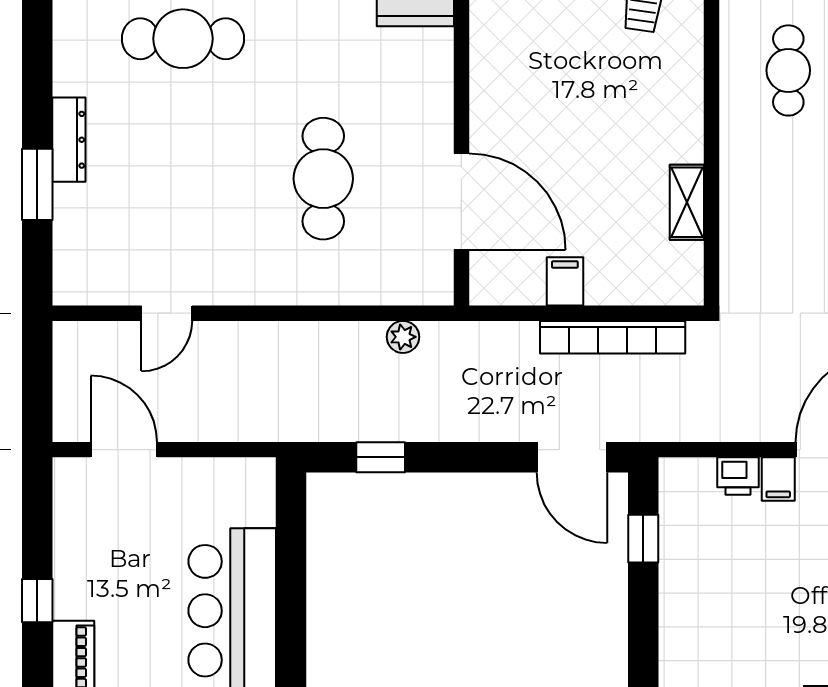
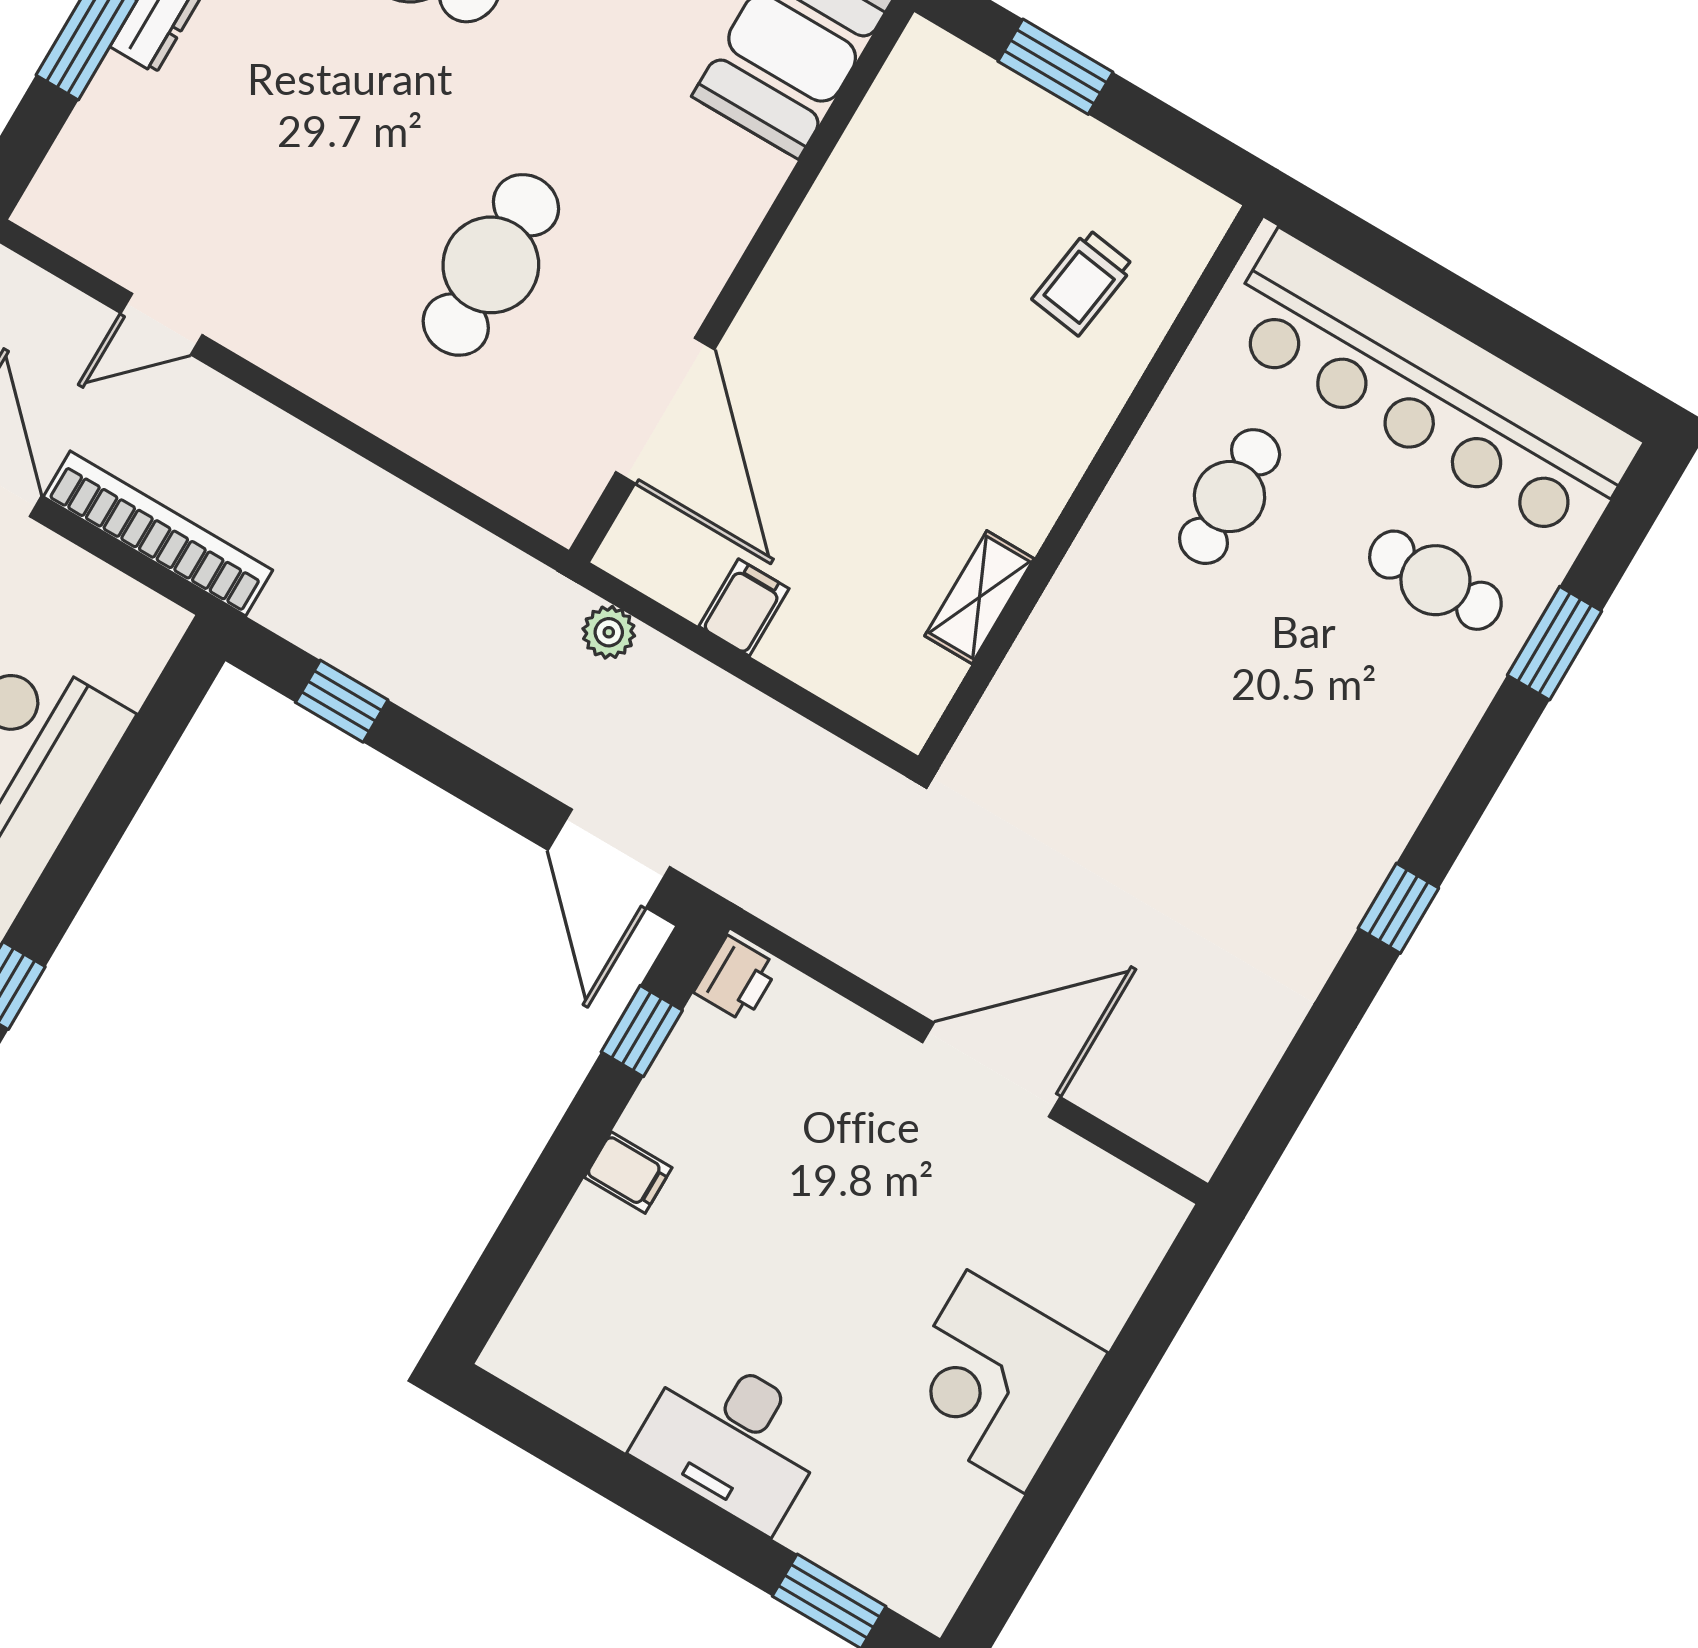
plant: (403, 337) -> (609, 632), moved
bookcase: (613, 337) -> (158, 533), moved, turned 180
printer: (738, 476) -> (736, 979), moved, turned -90
filing cabinet: (778, 479) -> (628, 1173), moved, turned -90

